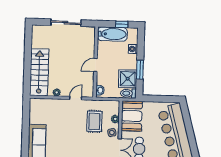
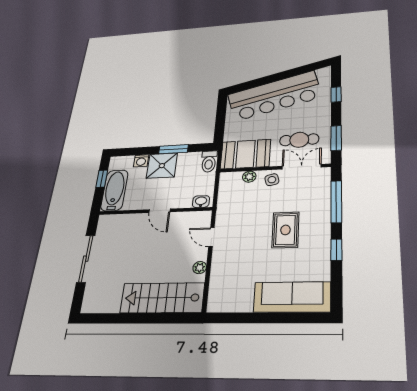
shower: (128, 79) -> (162, 166), moved
rug: (94, 121) -> (285, 230), moved, turned 90

